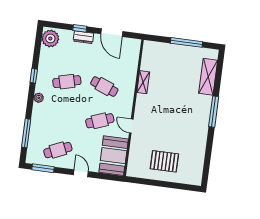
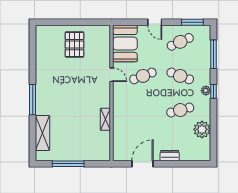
window: (80, 28) -> (174, 164), removed
door: (112, 33) -> (142, 164), hinge flipped
plant: (50, 38) -> (202, 129), moved
window: (34, 76) -> (213, 91), moved
cafe table: (104, 87) -> (180, 76), moved
pallet: (164, 161) -> (74, 45), turned 90

